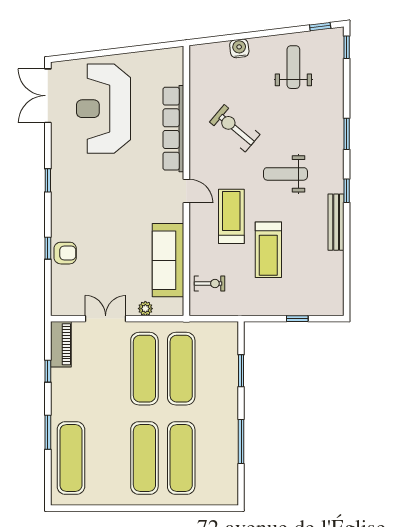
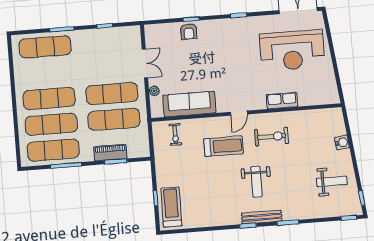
reception desk: (103, 109) -> (292, 50), turned 180
exercise bike: (235, 128) -> (272, 137), moved, turned 50
row of seats: (173, 129) -> (282, 101), width x0.50
weight bench: (285, 174) -> (256, 182), turned 180
bench: (336, 222) -> (262, 217), moved
treadmill: (268, 250) -> (171, 207), moved, turned 90
piano: (61, 344) -> (110, 153), moved, turned 180
exercise mat: (218, 458) -> (53, 150), added

